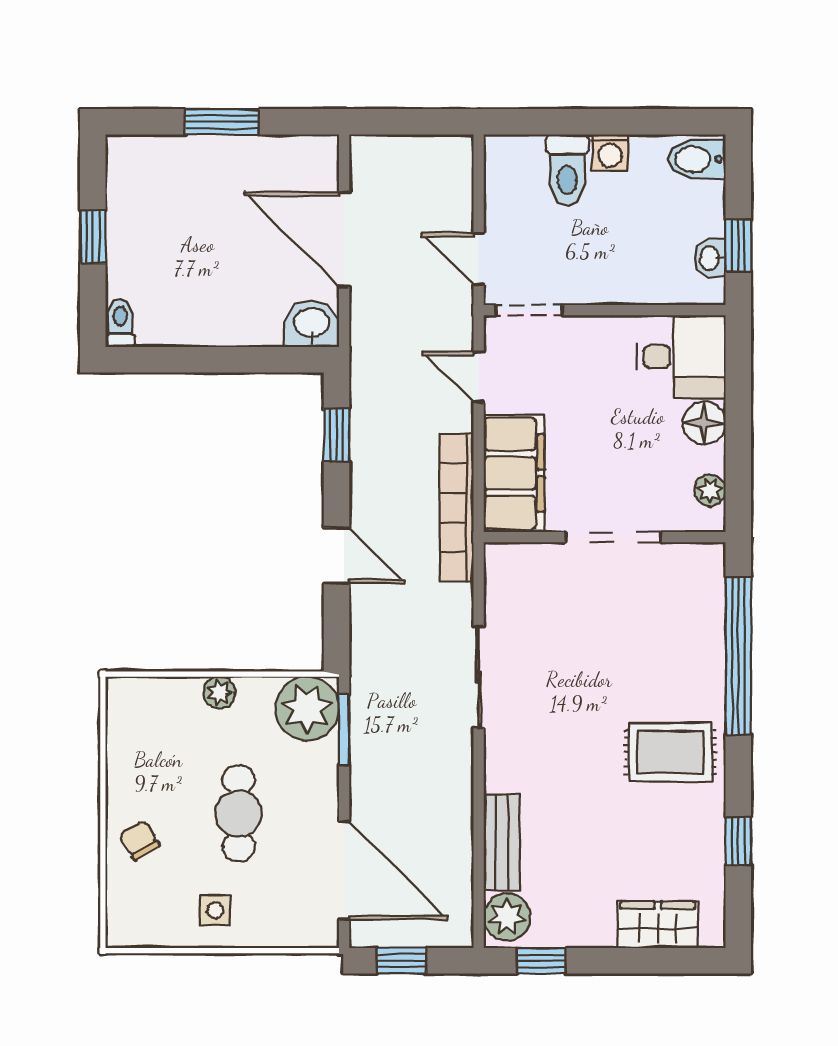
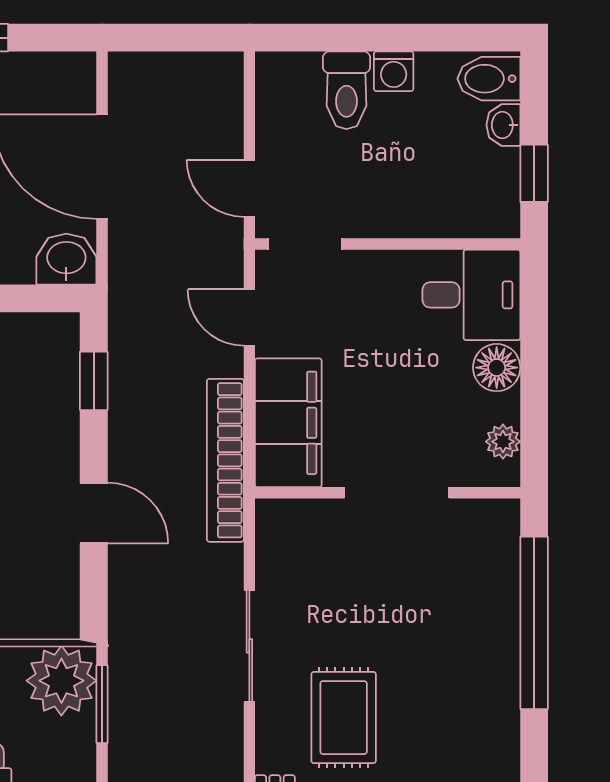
washbasin: (710, 258) -> (503, 125), moved
rug: (670, 752) -> (344, 718), moved, turned 90

